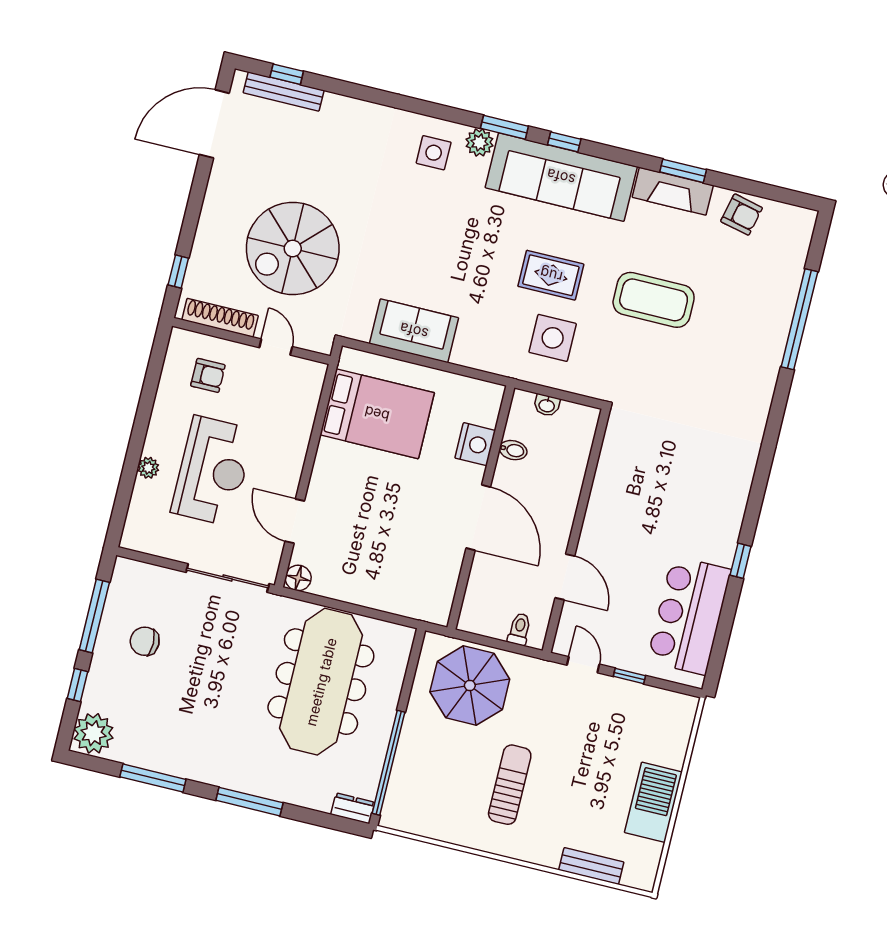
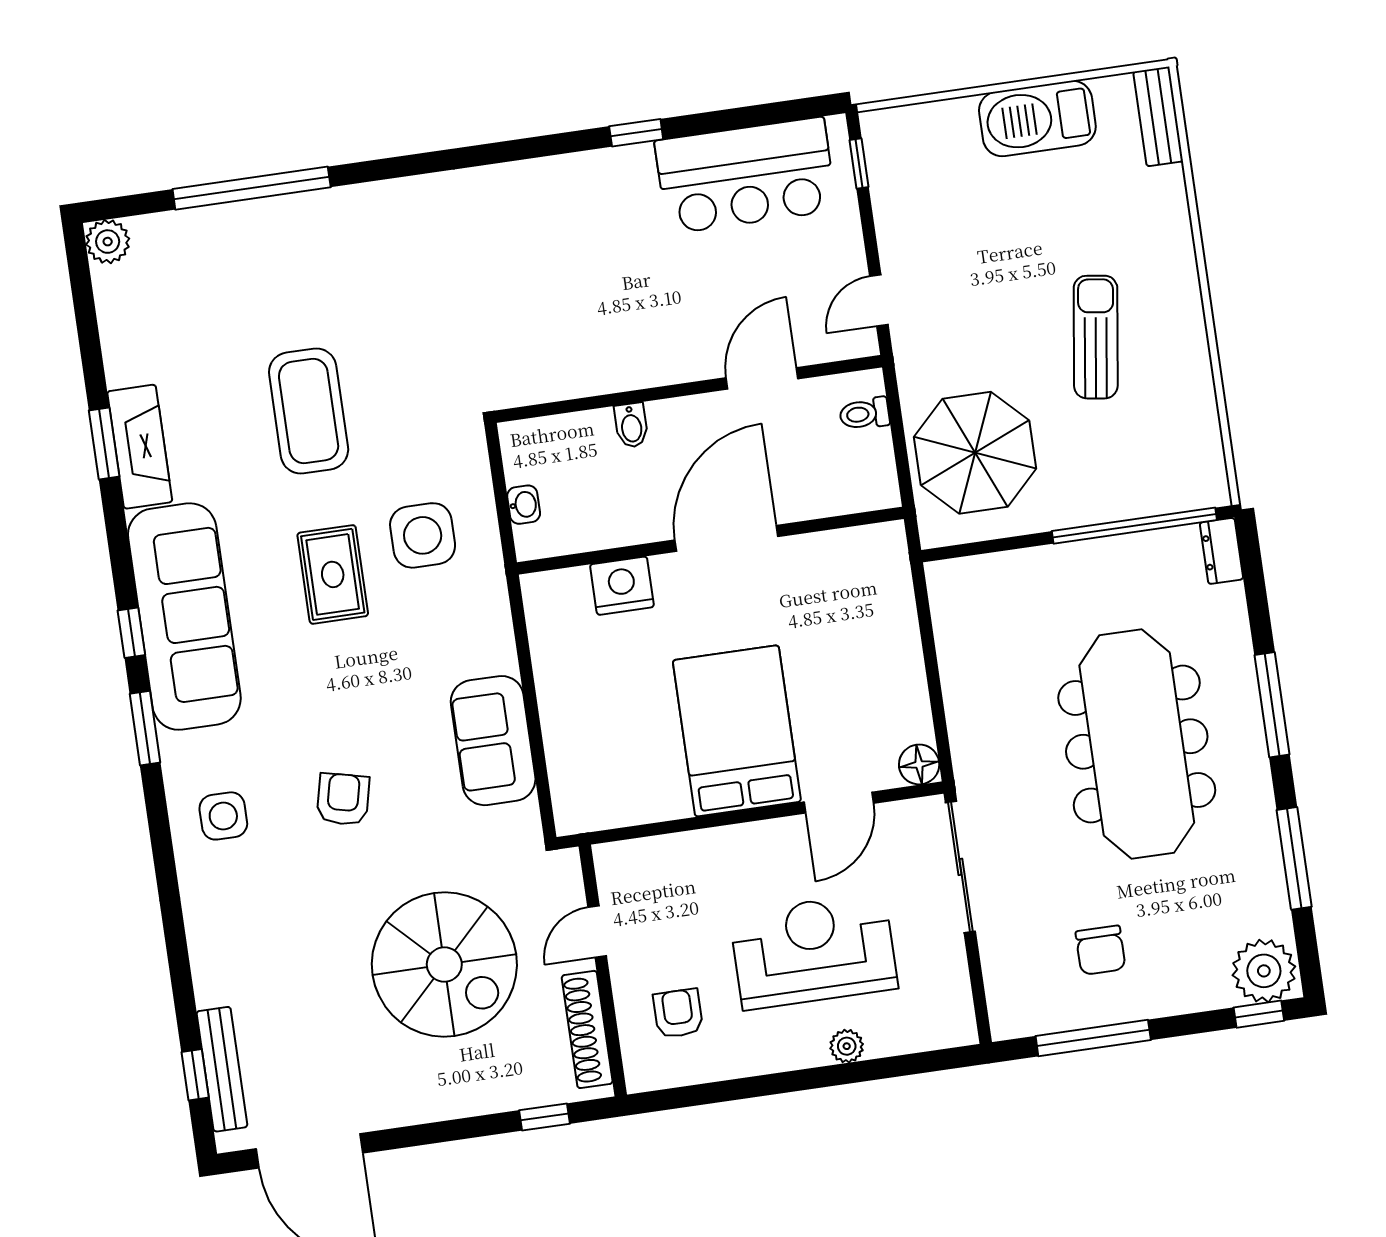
plant: (480, 142) -> (108, 242), moved
armchair: (742, 215) -> (343, 799), moved
bed: (377, 414) -> (737, 731), moved
bidet: (513, 450) -> (631, 425), moved, turned 180
window: (629, 676) -> (859, 164), moved
meeting table: (321, 682) -> (1137, 744), moved, turned 90
window: (77, 685) -> (1259, 1014), moved
sun lounger: (510, 785) -> (1096, 337), turned 98
bench: (591, 866) -> (1158, 117), moved

